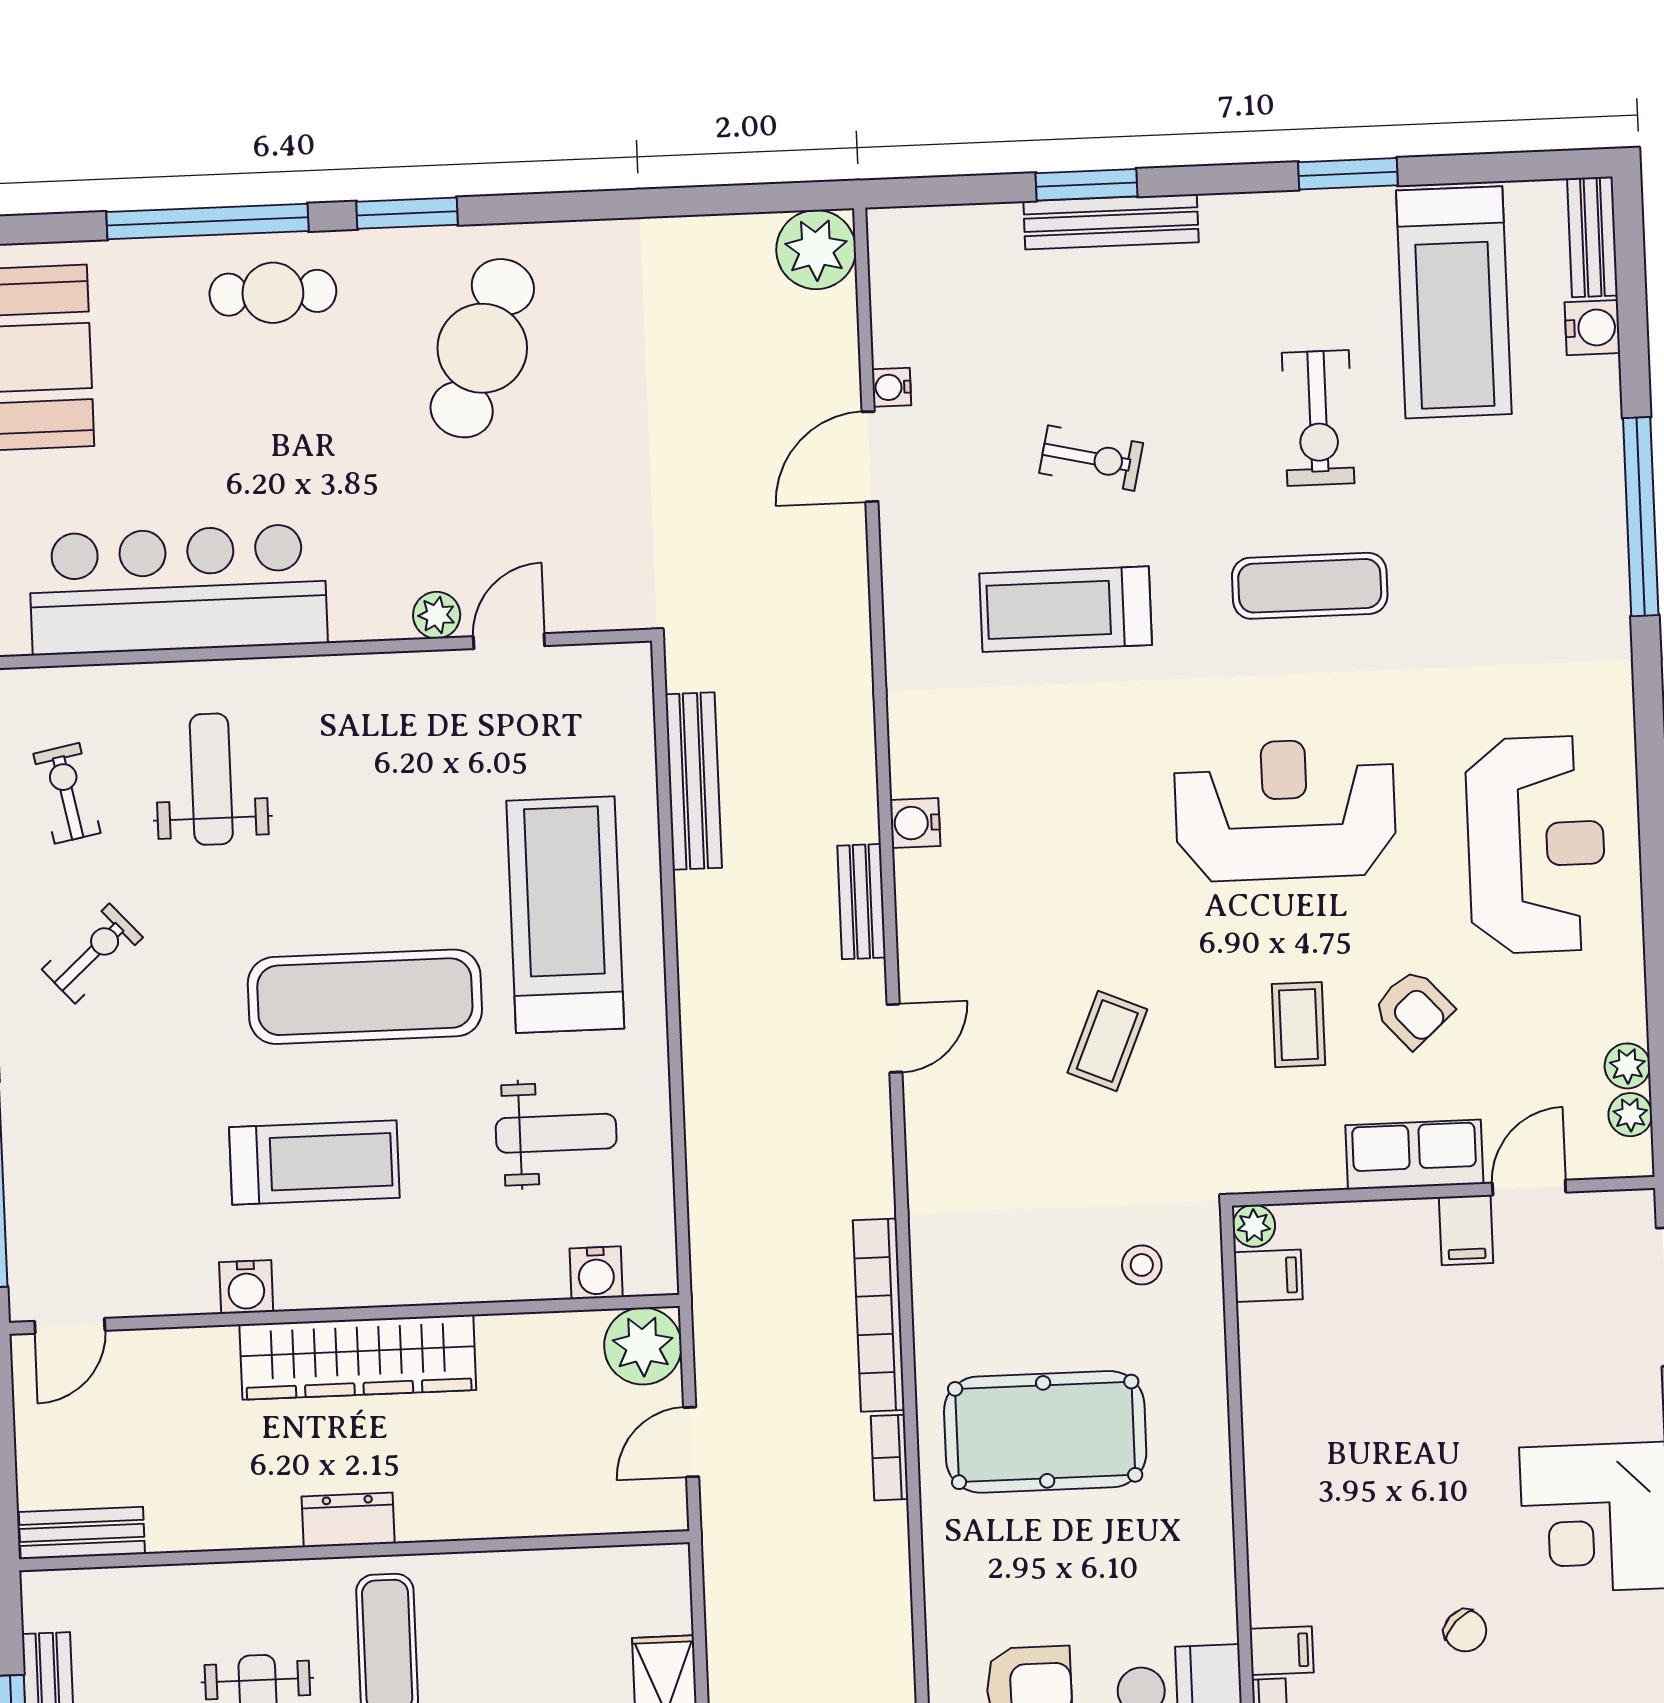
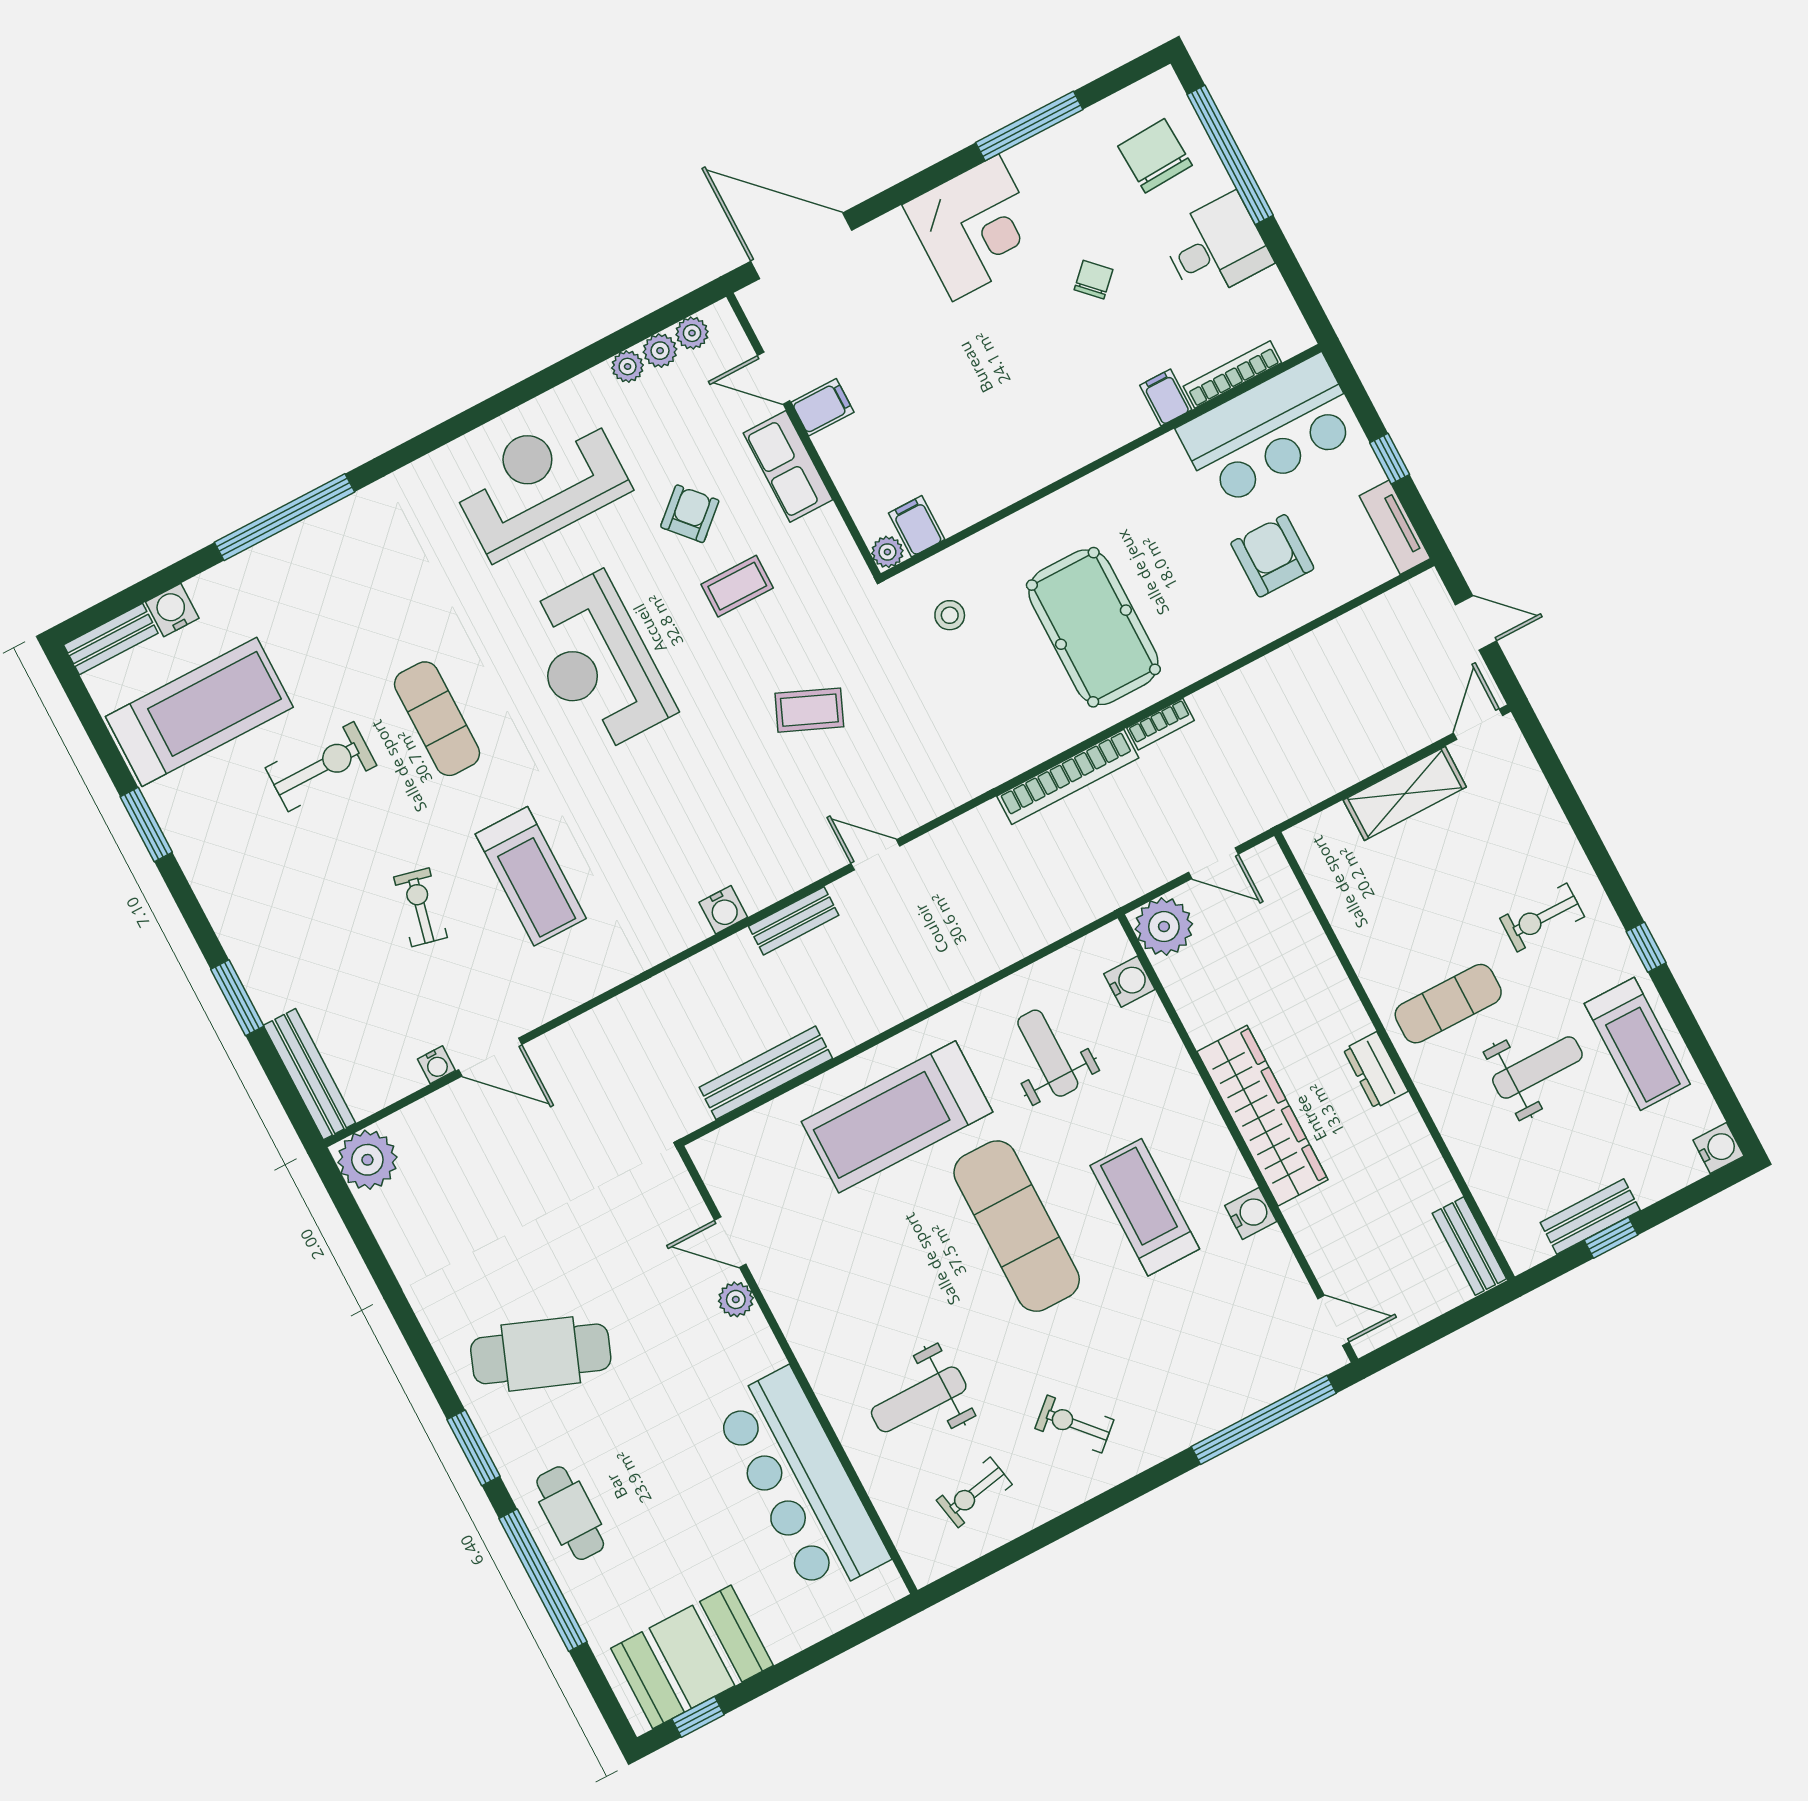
bench: (1111, 222) -> (309, 1074), moved
plant: (1627, 1018) -> (628, 367), added

